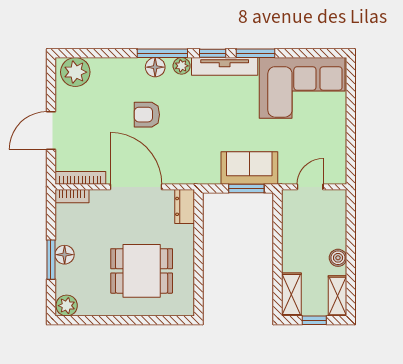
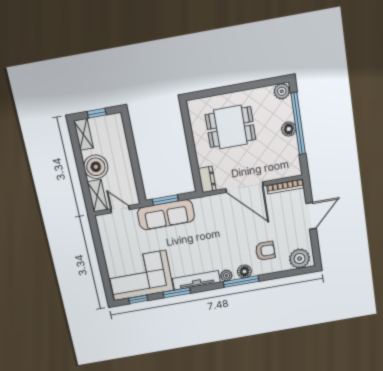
window: (213, 53) -> (138, 299), moved
armchair: (147, 115) -> (265, 251), moved
sofa: (249, 168) -> (166, 215), width x1.36
door: (310, 187) -> (120, 209), swing flipped
bookcase: (72, 196) -> (289, 172), removed
boiler: (338, 258) -> (96, 167), width x1.86, depth x1.86
window: (51, 260) -> (298, 124), width x2.11
shelving: (291, 295) -> (97, 196), moved

